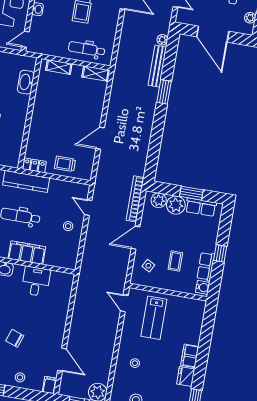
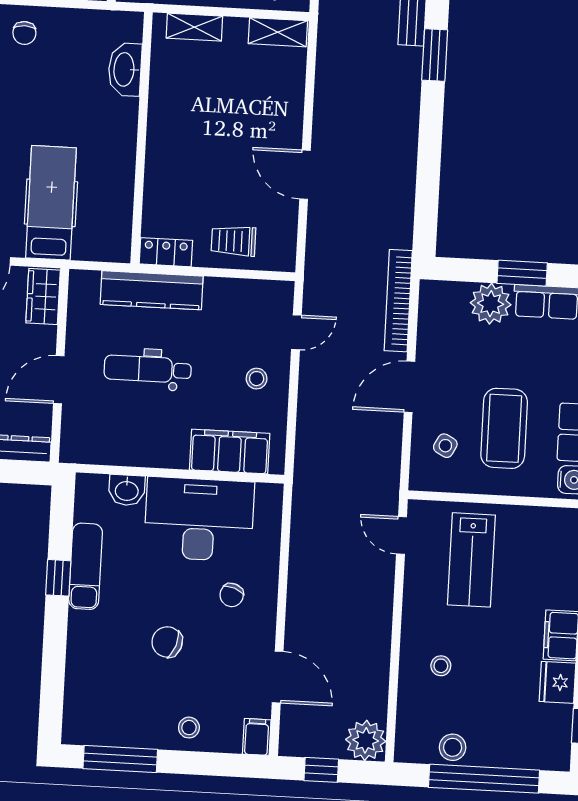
door: (100, 138) -> (305, 175), hinge flipped
plant: (159, 200) -> (451, 298), removed
door: (88, 208) -> (296, 332), swing flipped
filing cabinet: (27, 253) -> (230, 452), moved
coffee table: (175, 261) -> (504, 428), width x1.86, depth x1.72
desk: (36, 281) -> (199, 519), width x1.87, depth x1.30
chair: (46, 321) -> (232, 595), added

